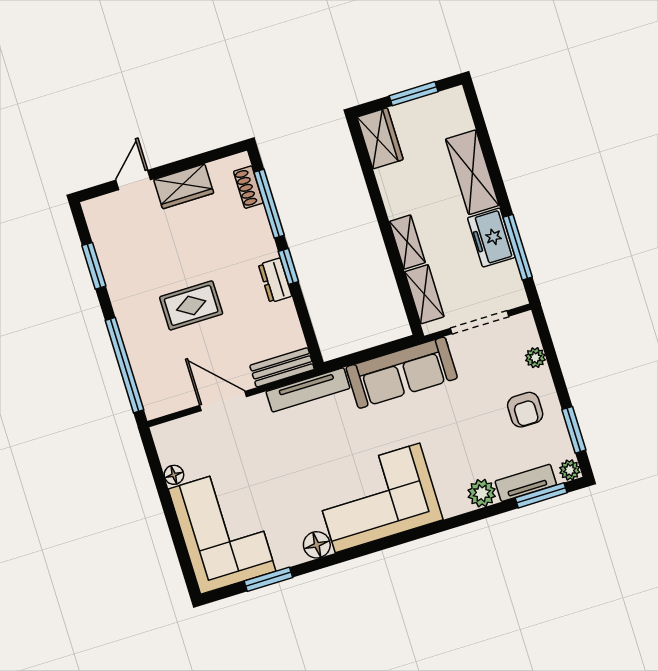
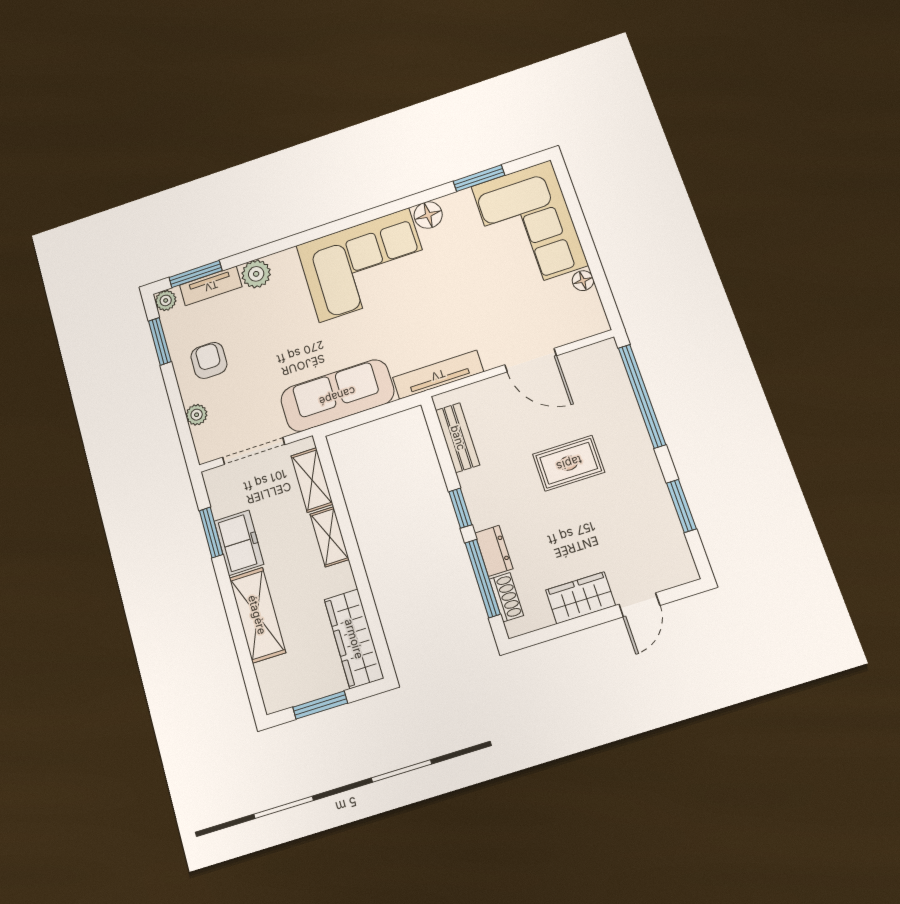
wardrobe: (380, 138) -> (354, 639), width x1.50
window: (518, 247) -> (211, 532), width x0.69
dresser: (275, 280) -> (494, 551), moved
bench: (282, 367) -> (458, 438), moved, turned 90

